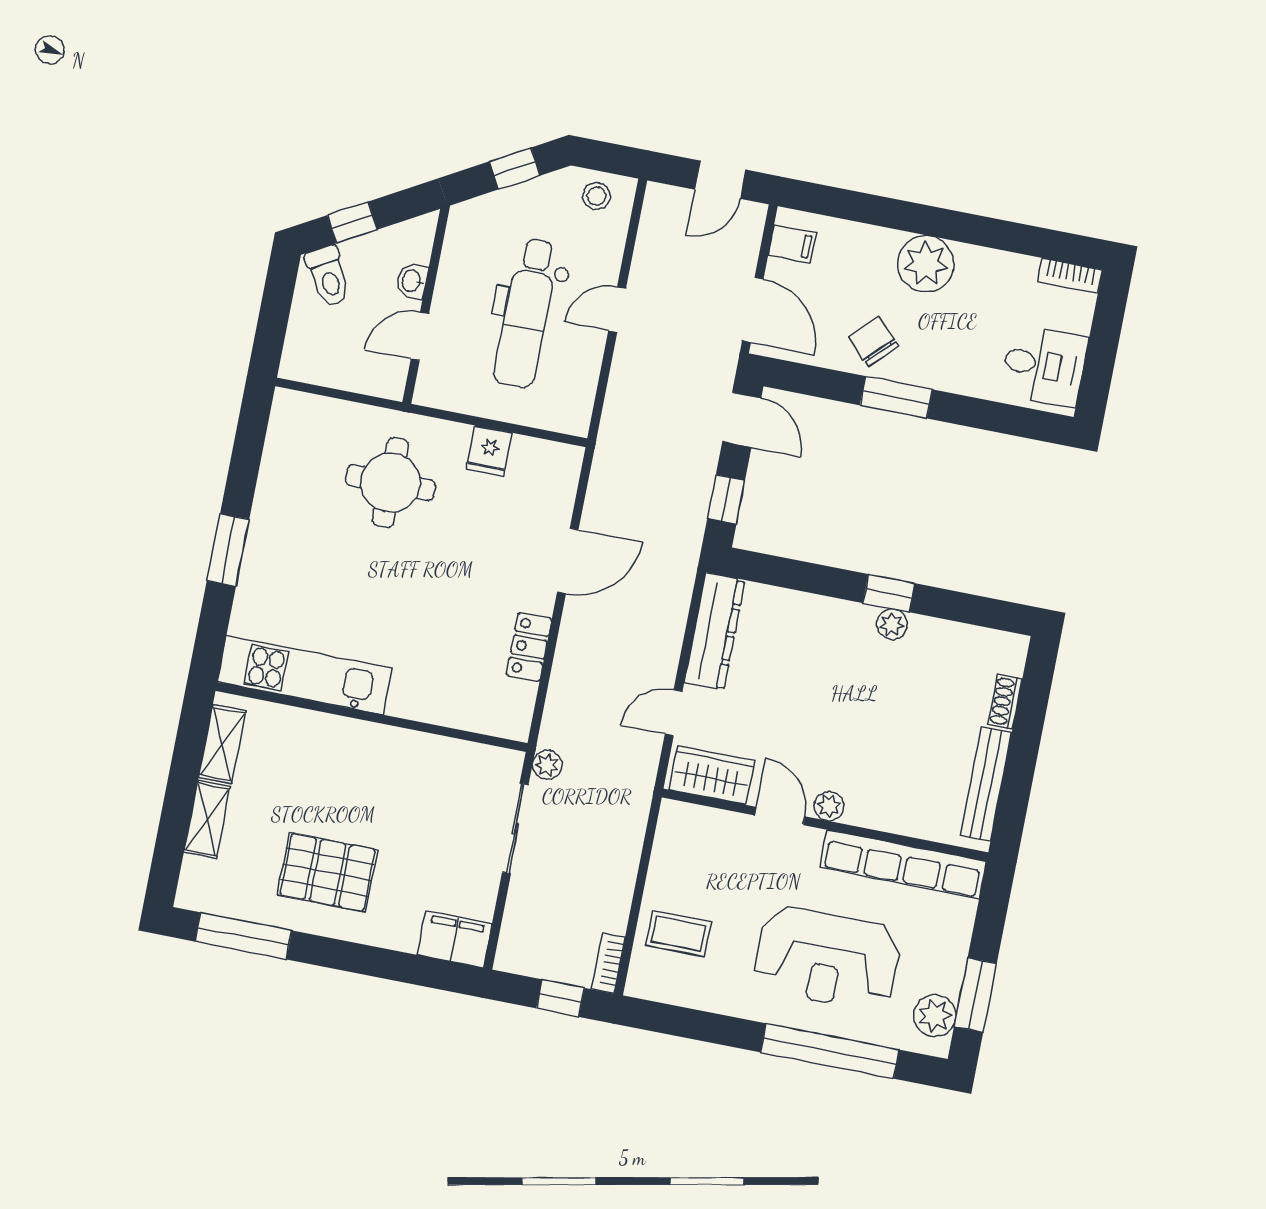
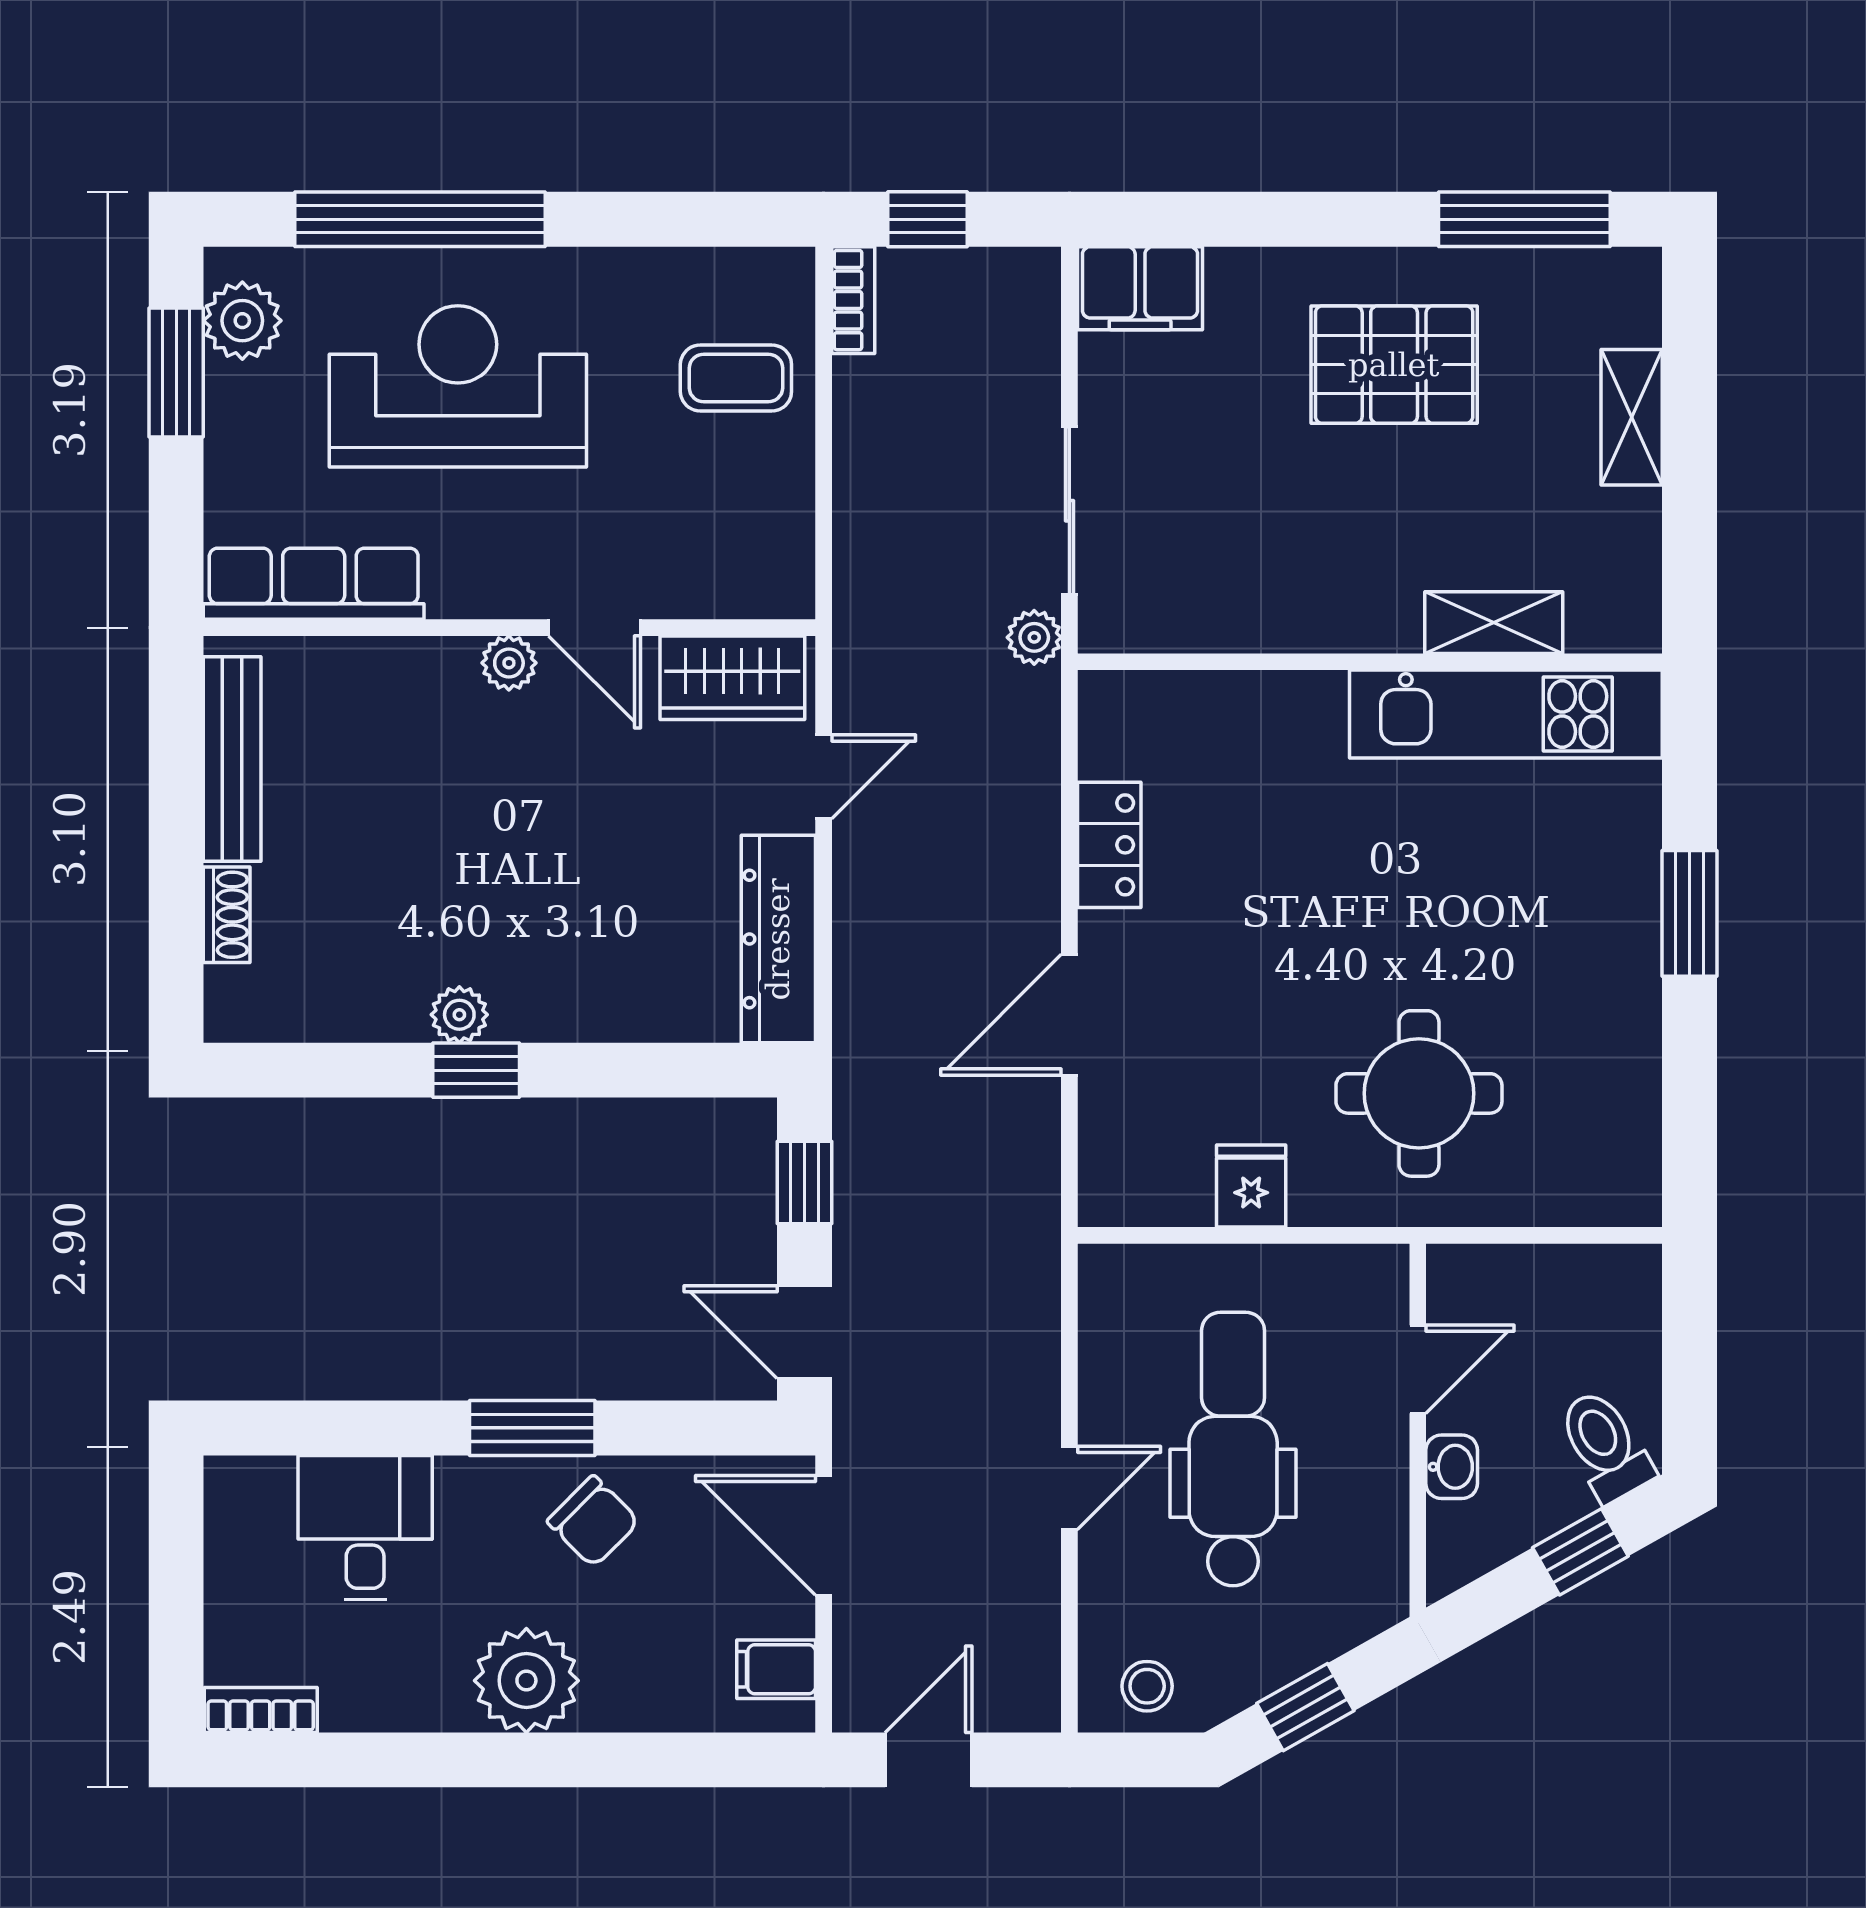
desk: (1044, 365) -> (365, 1528), moved, turned 90
shelving: (222, 744) -> (1494, 623), moved, turned 90
row of seats: (903, 864) -> (314, 584), width x0.73

